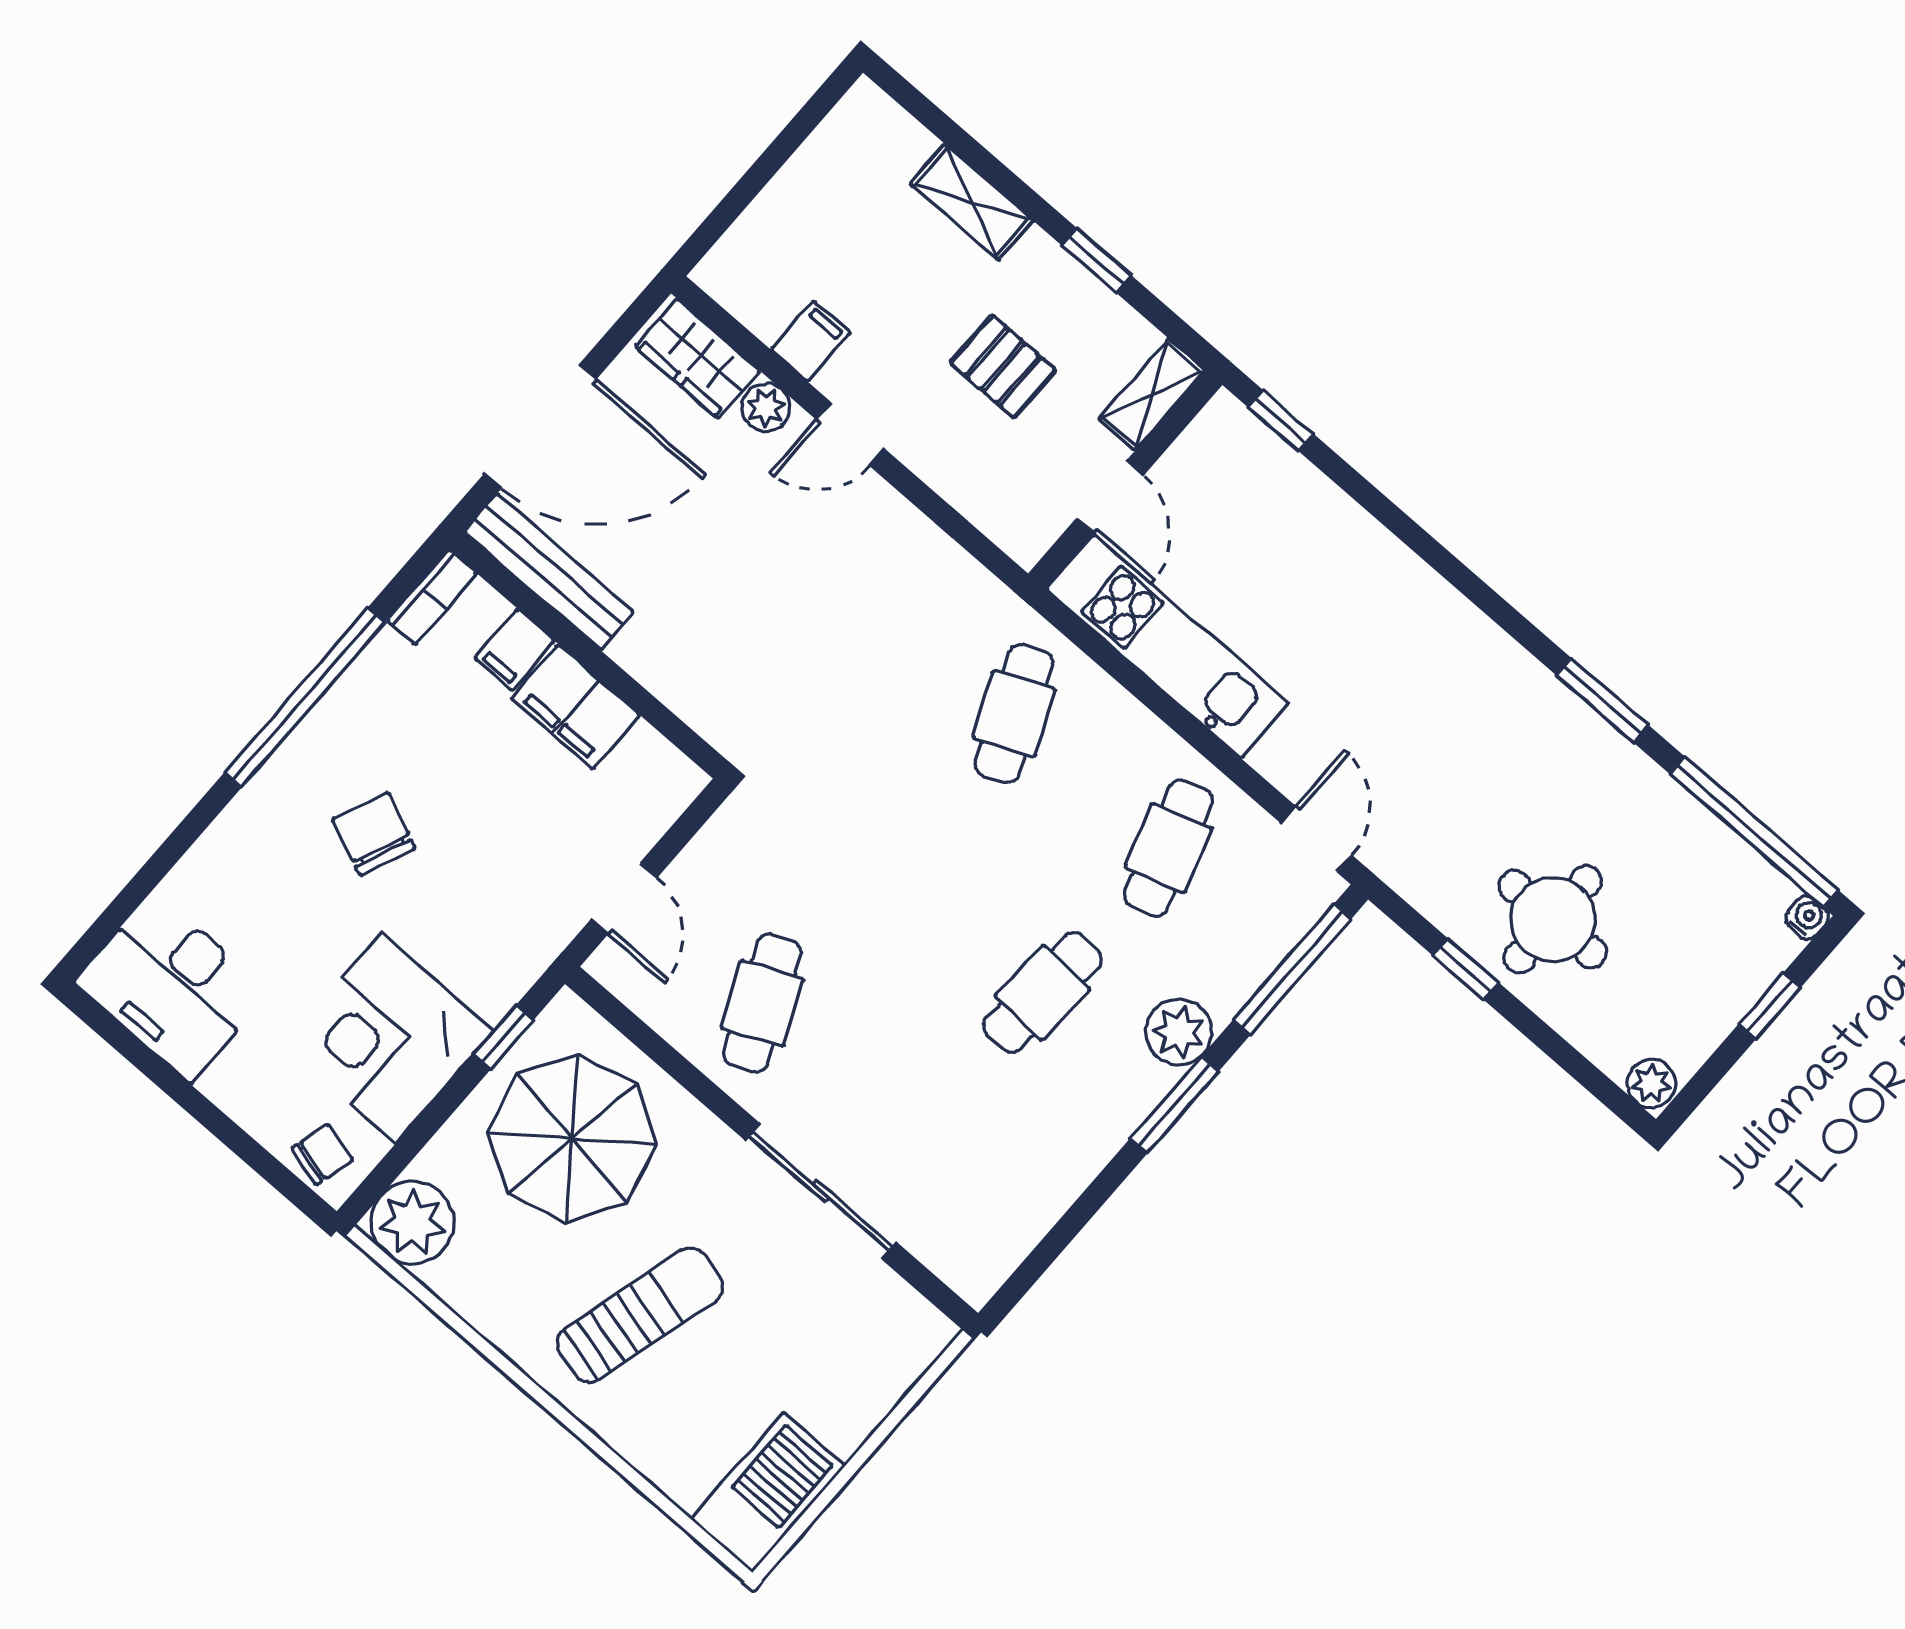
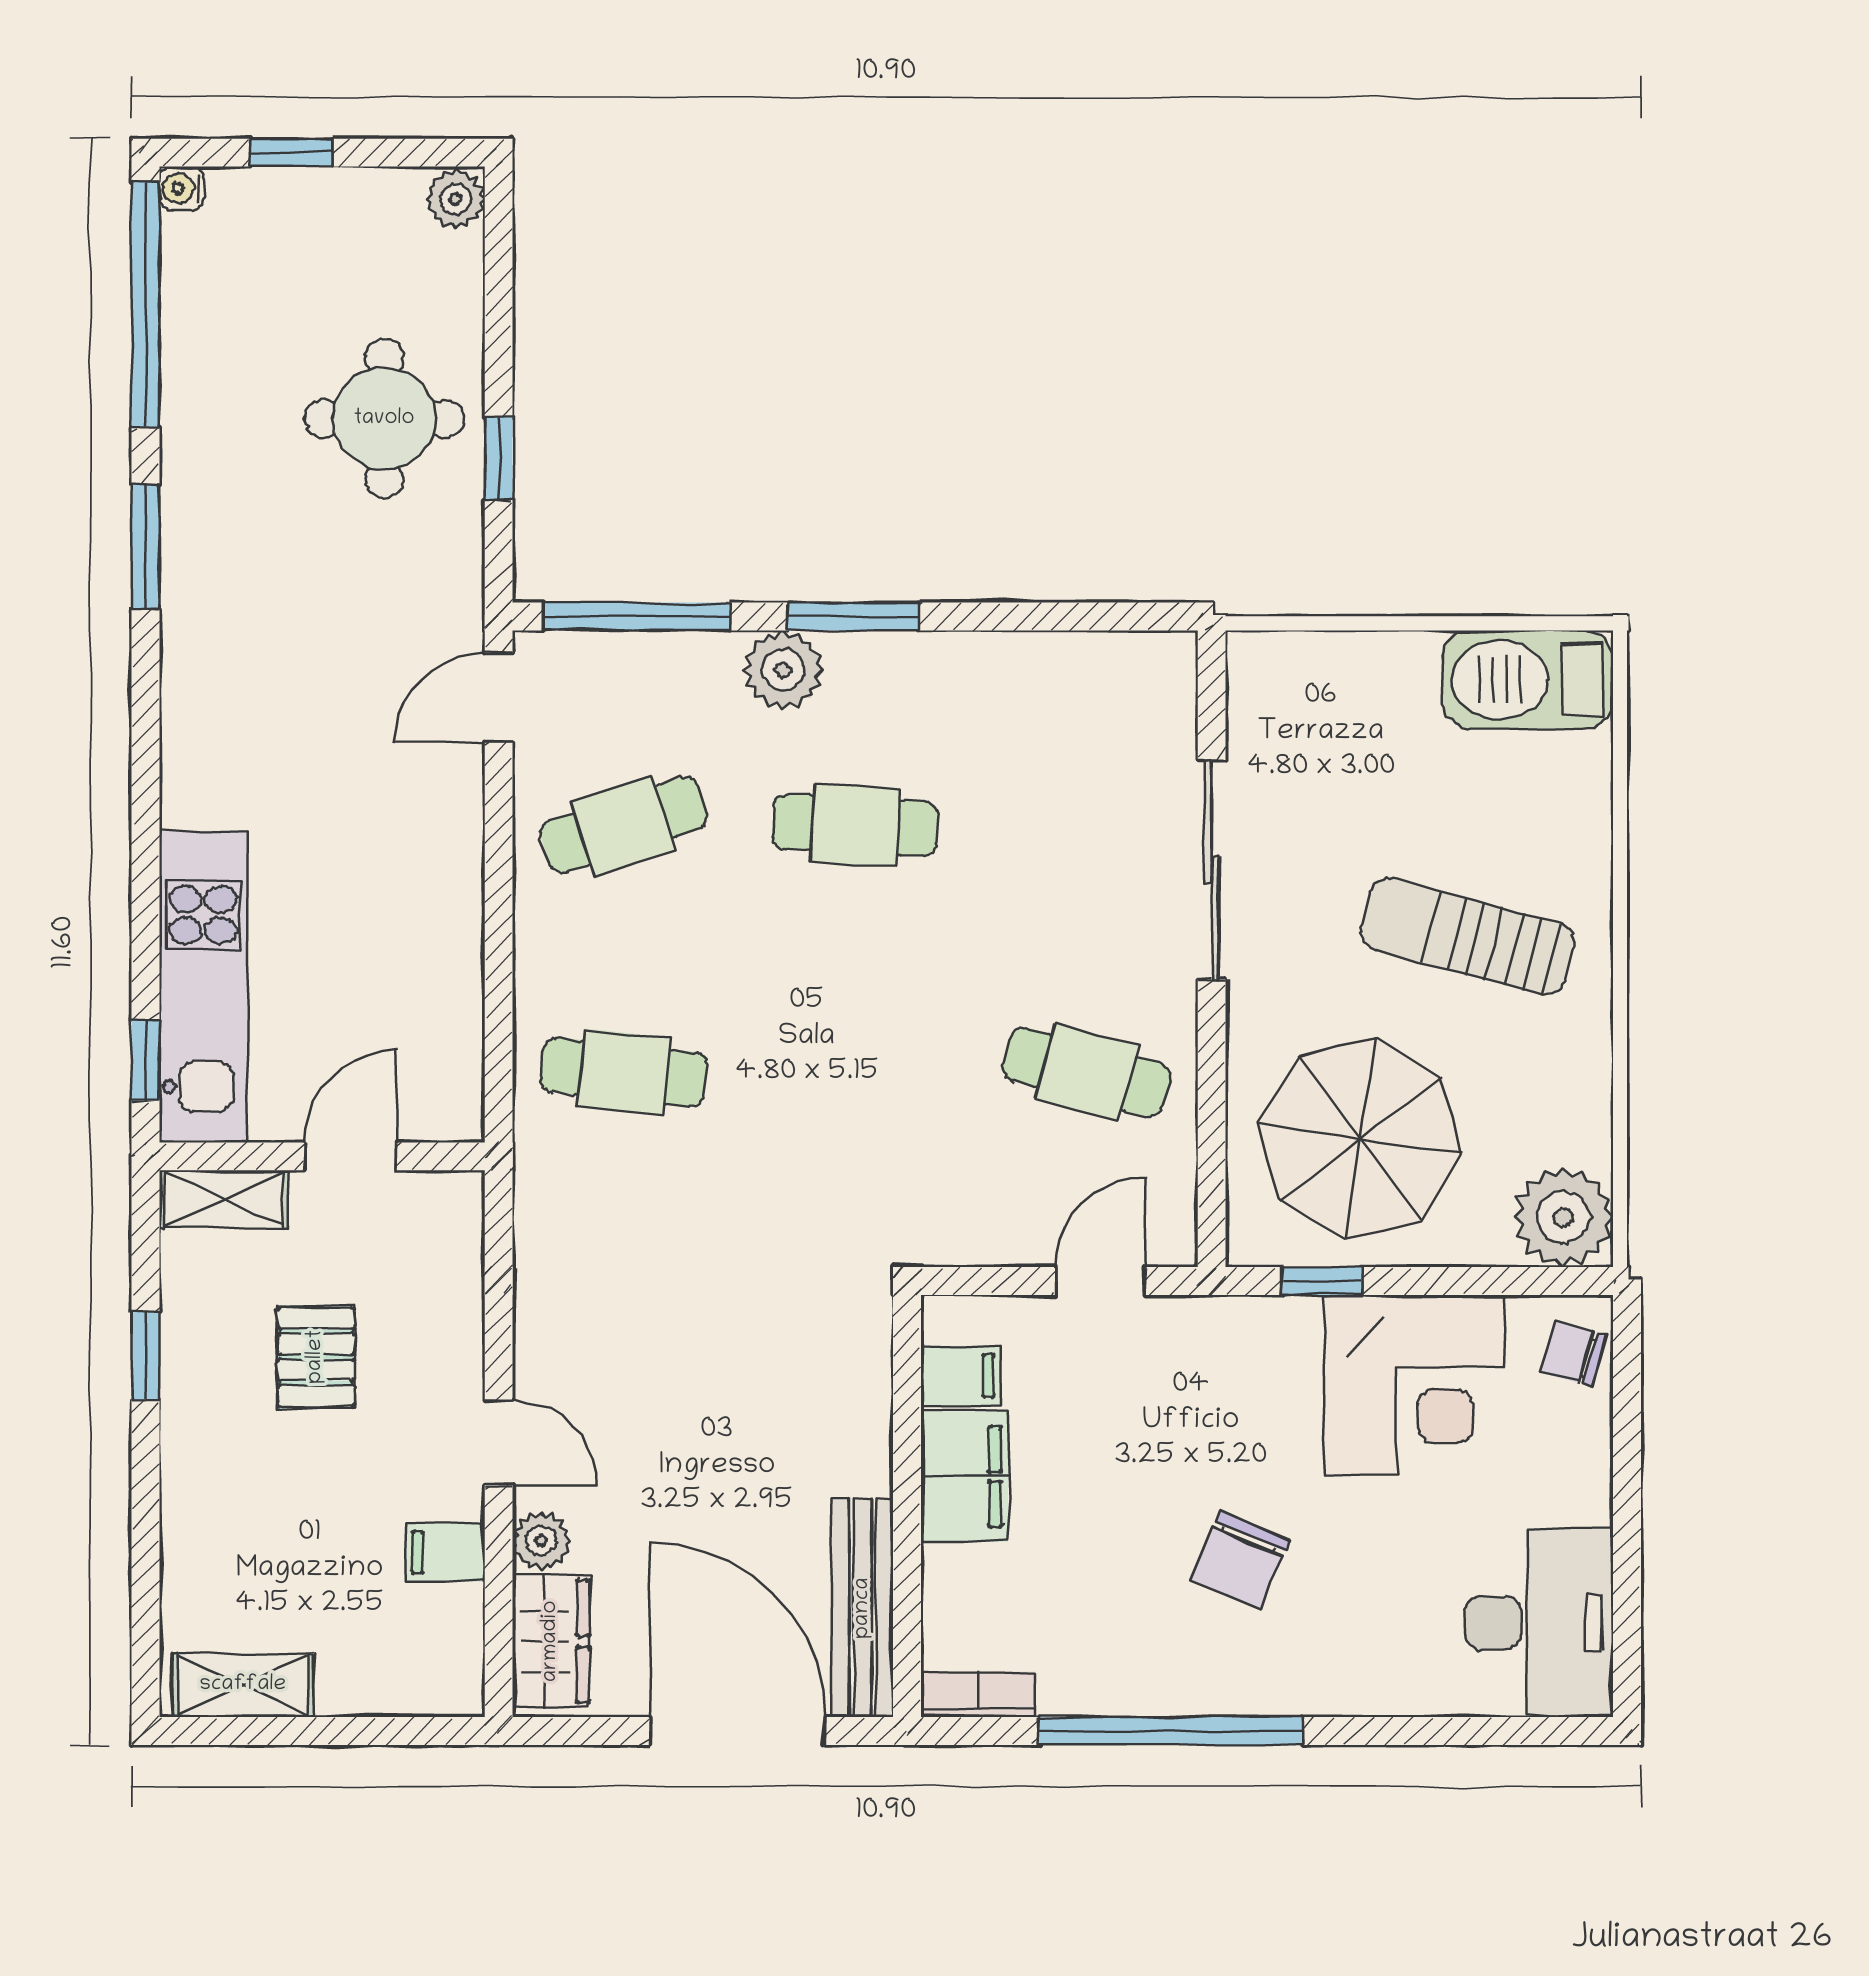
shelving: (972, 202) -> (243, 1685), moved, turned 90
kitchen unit: (1167, 646) -> (203, 987), moved, turned 180
filing cabinet: (515, 650) -> (961, 1376), moved
cafe table: (1014, 714) -> (624, 1072), turned 30
cafe table: (762, 1003) -> (1087, 1072), turned 39

